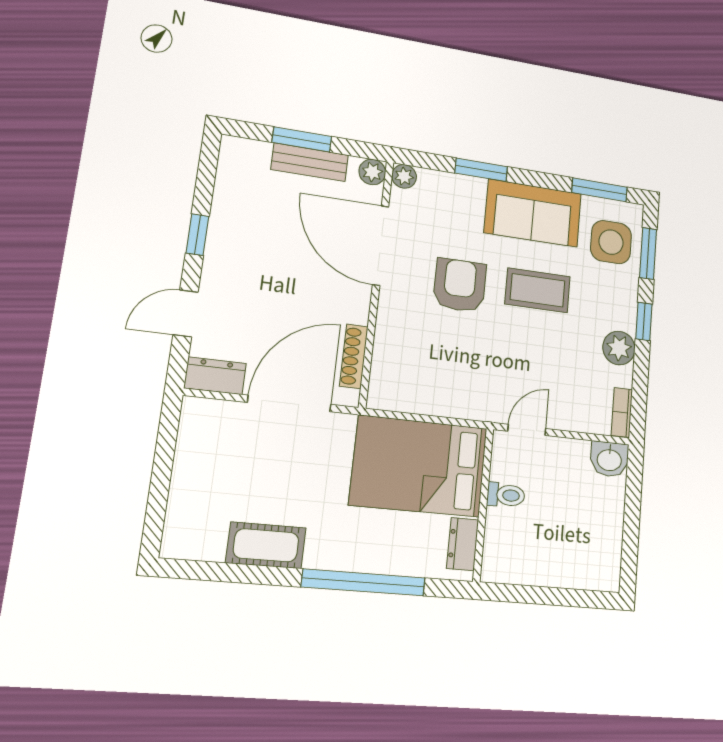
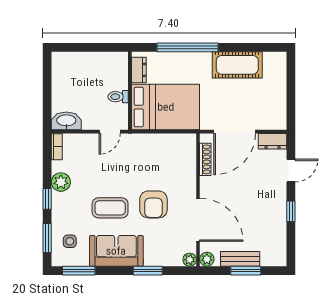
side table: (611, 242) -> (70, 241), width x0.54, depth x0.54
washbasin: (609, 459) -> (66, 121), width x1.38
cot: (266, 545) -> (237, 65), width x1.37, depth x1.34

